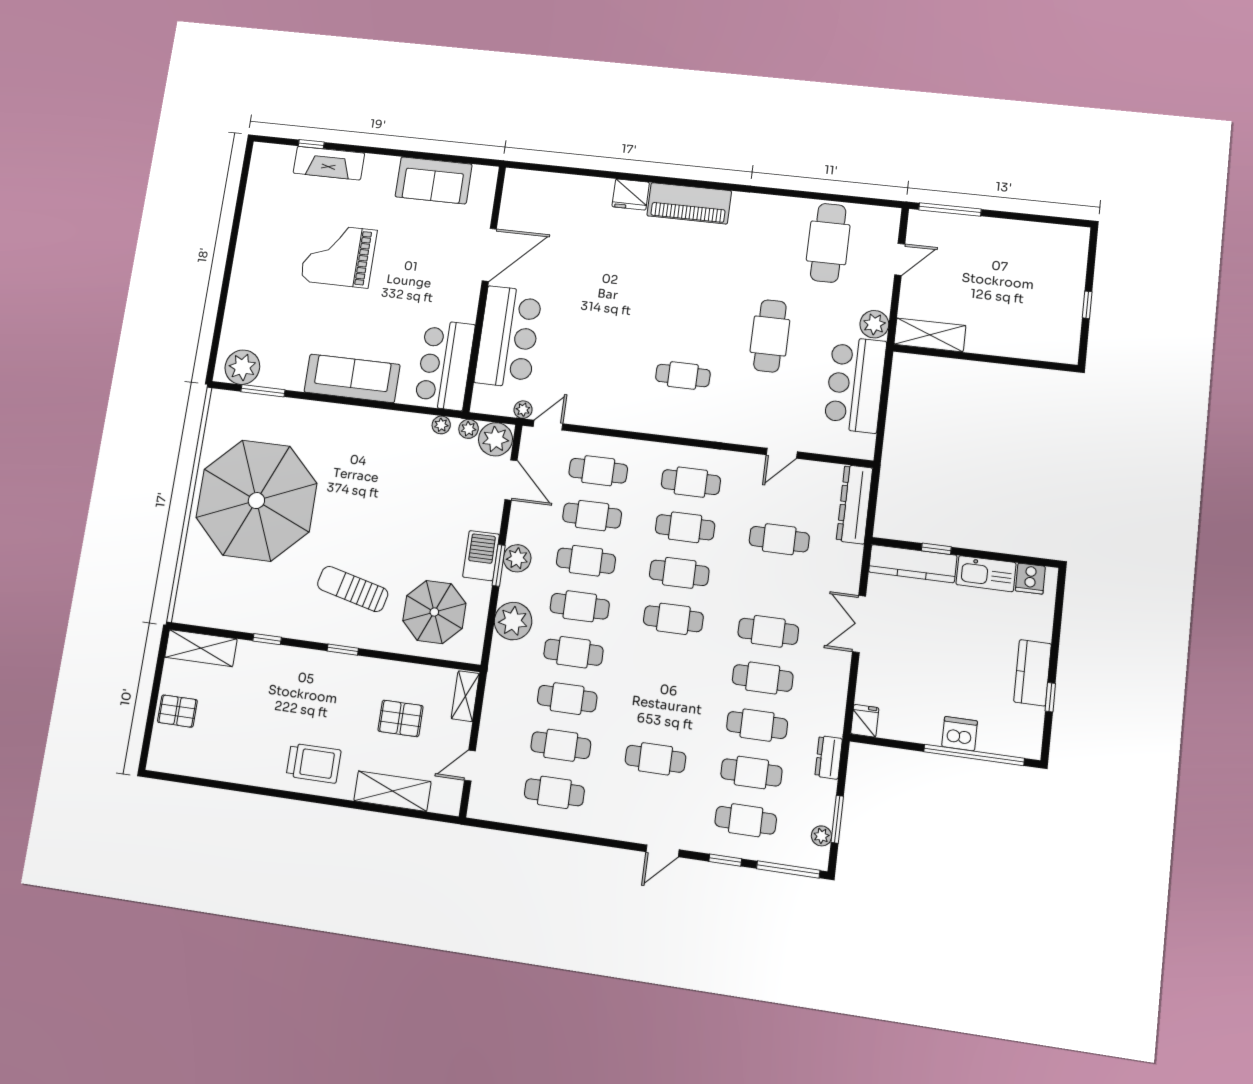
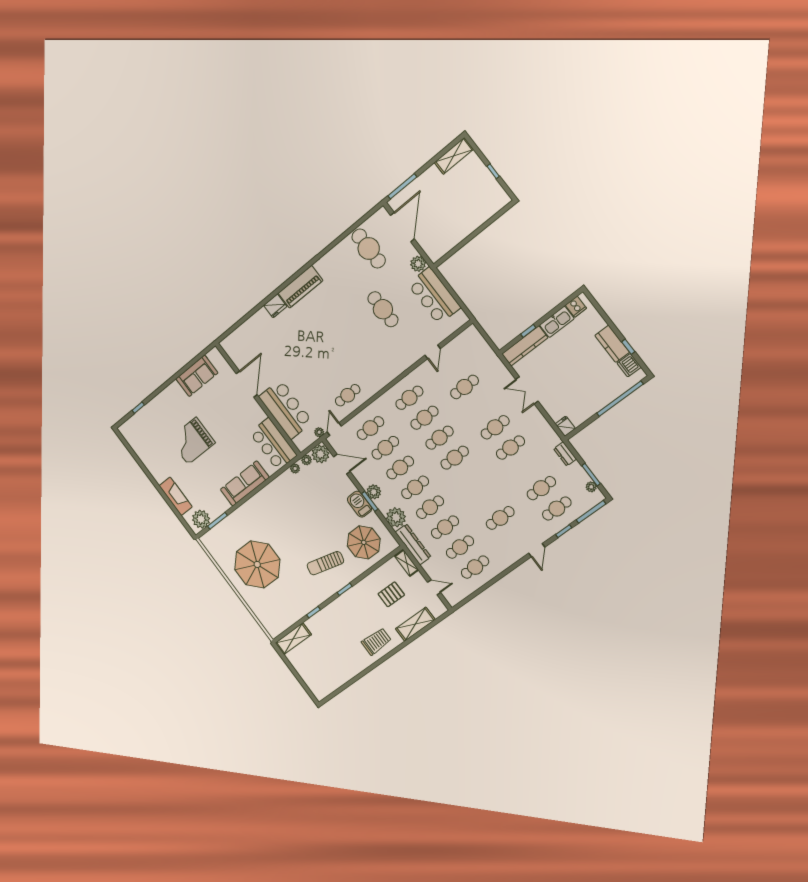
fireplace: (329, 163) -> (176, 496), moved, turned -90
door: (900, 259) -> (402, 227), width x1.87
shelving: (930, 335) -> (454, 156), moved
cafe table: (683, 375) -> (348, 395), moved
parasol: (256, 501) -> (257, 564), width x0.73, depth x0.73
dresser: (854, 504) -> (413, 544), moved, turned 180
pallet: (177, 711) -> (308, 670), removed
cafe table: (757, 725) -> (526, 468), removed
dishwasher: (960, 734) -> (629, 365), moved, turned -90
door: (470, 766) -> (434, 587), swing flipped

